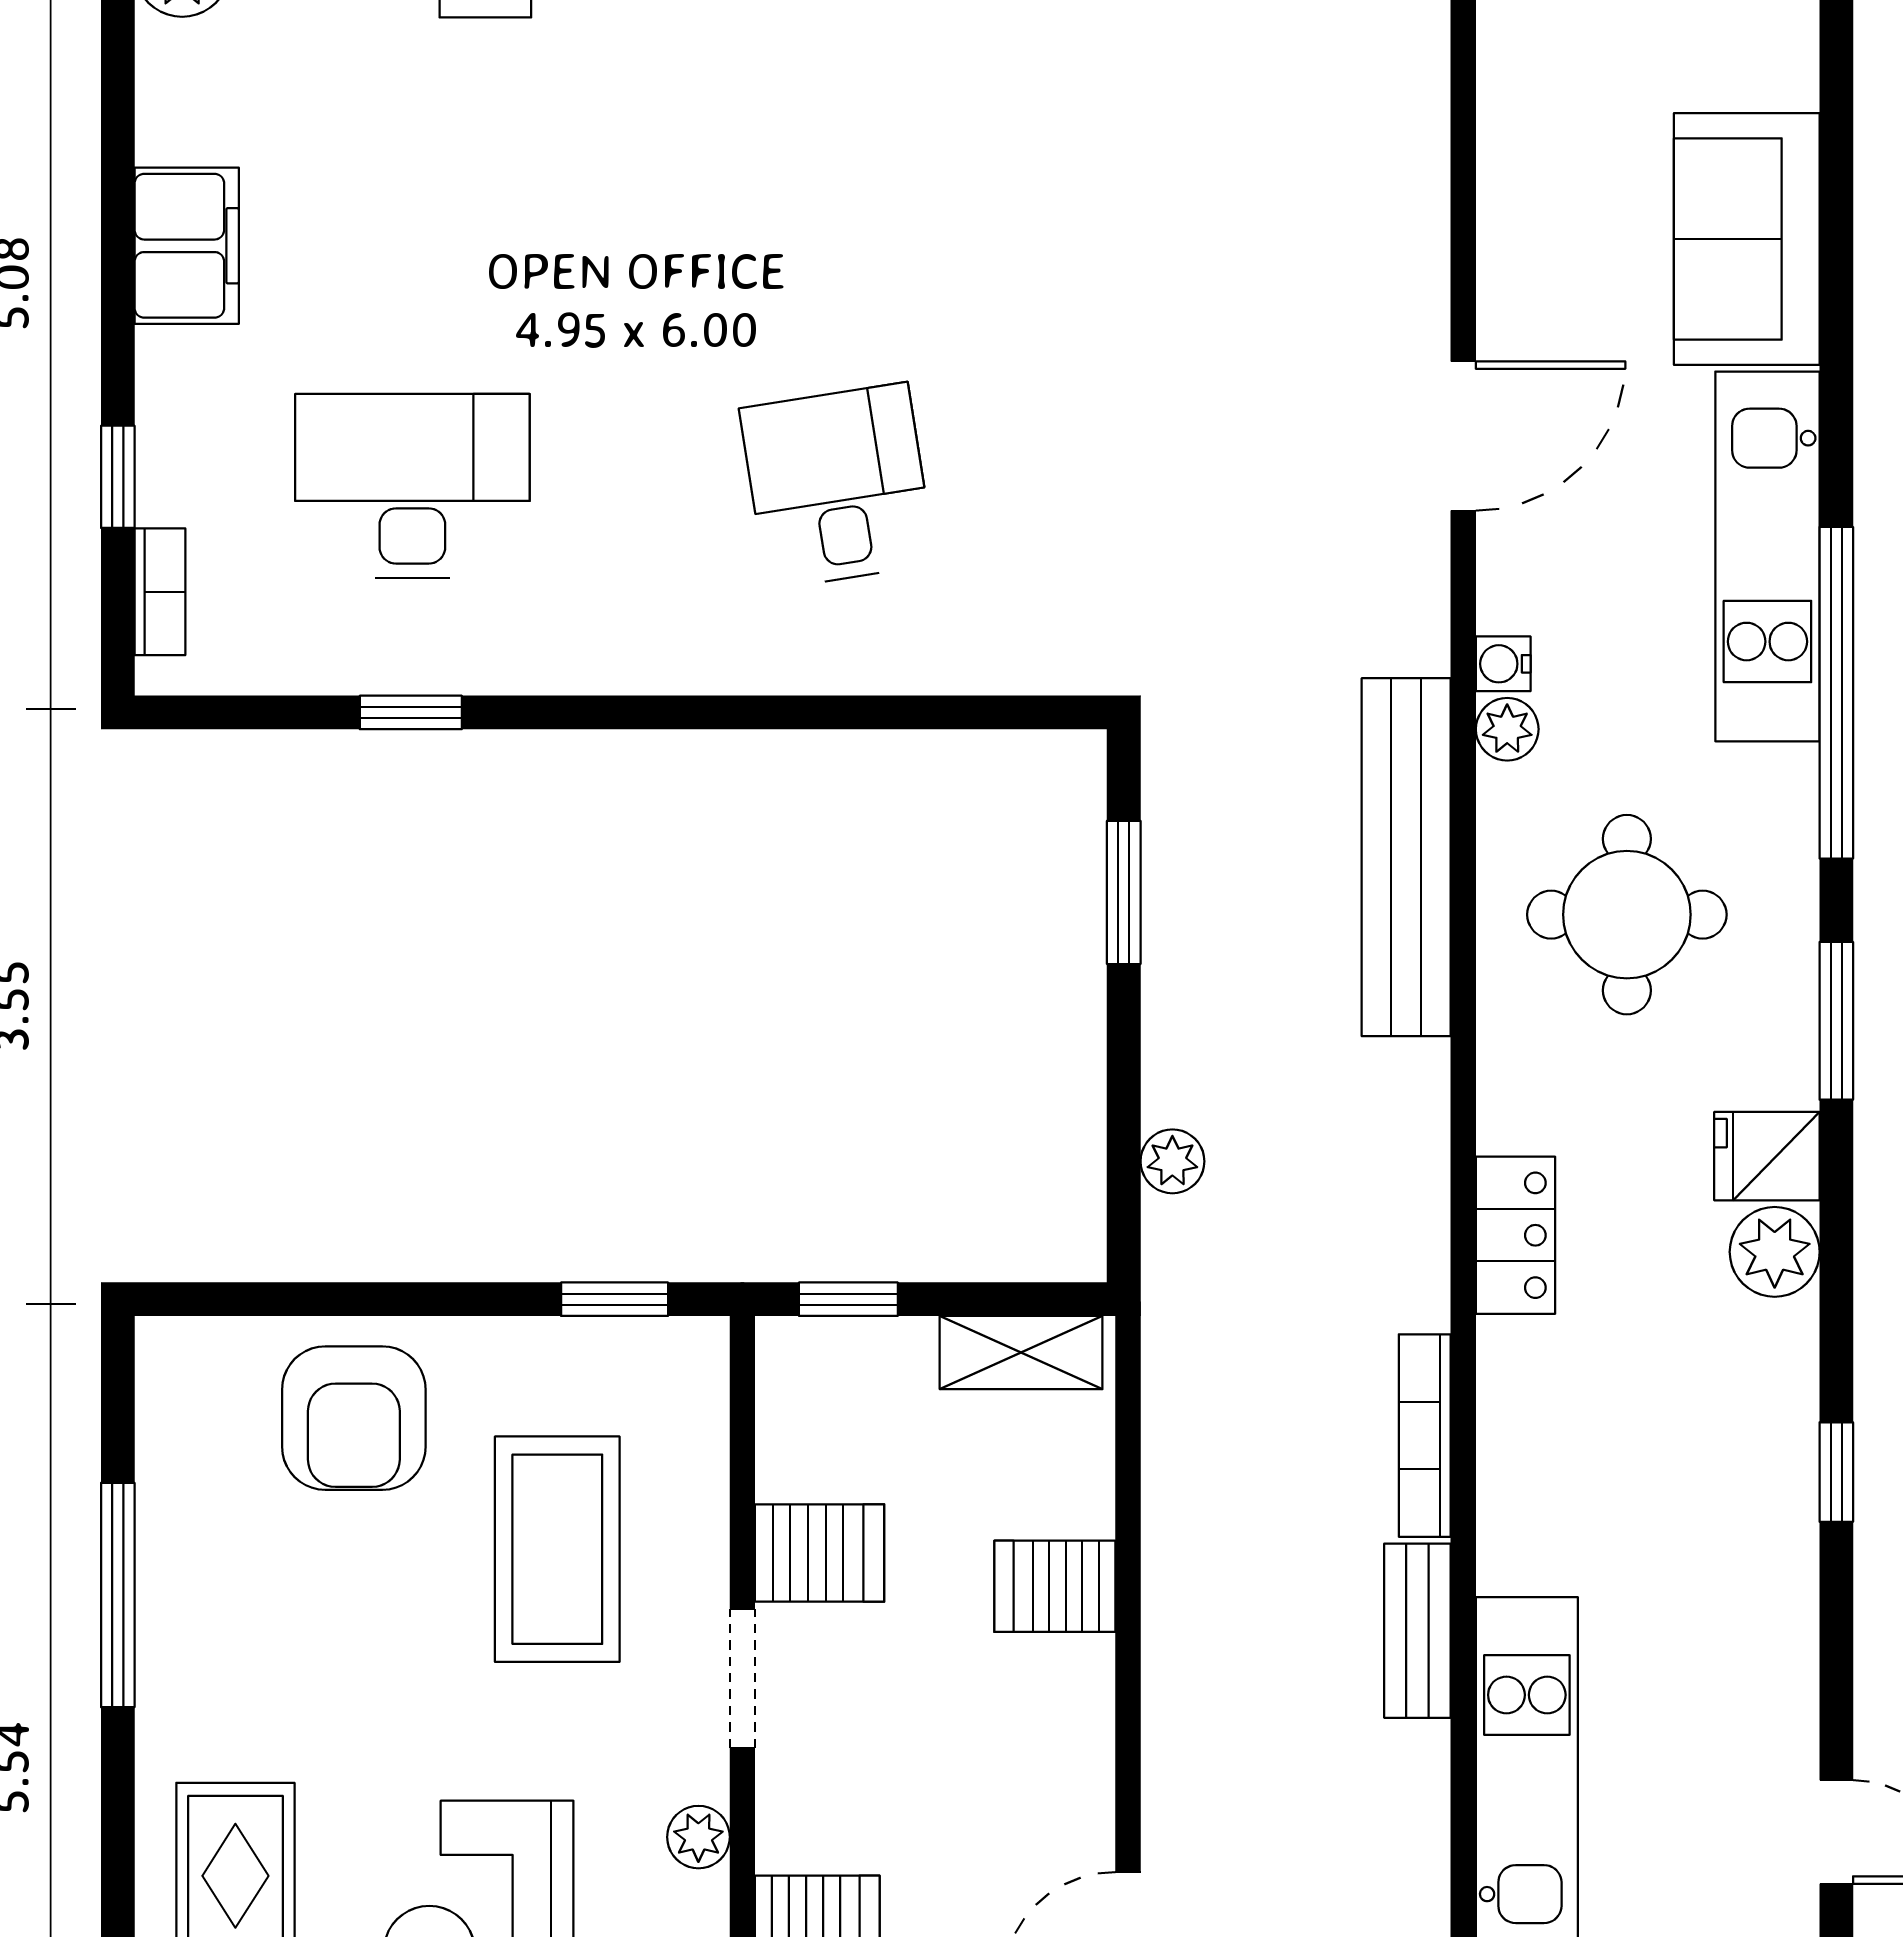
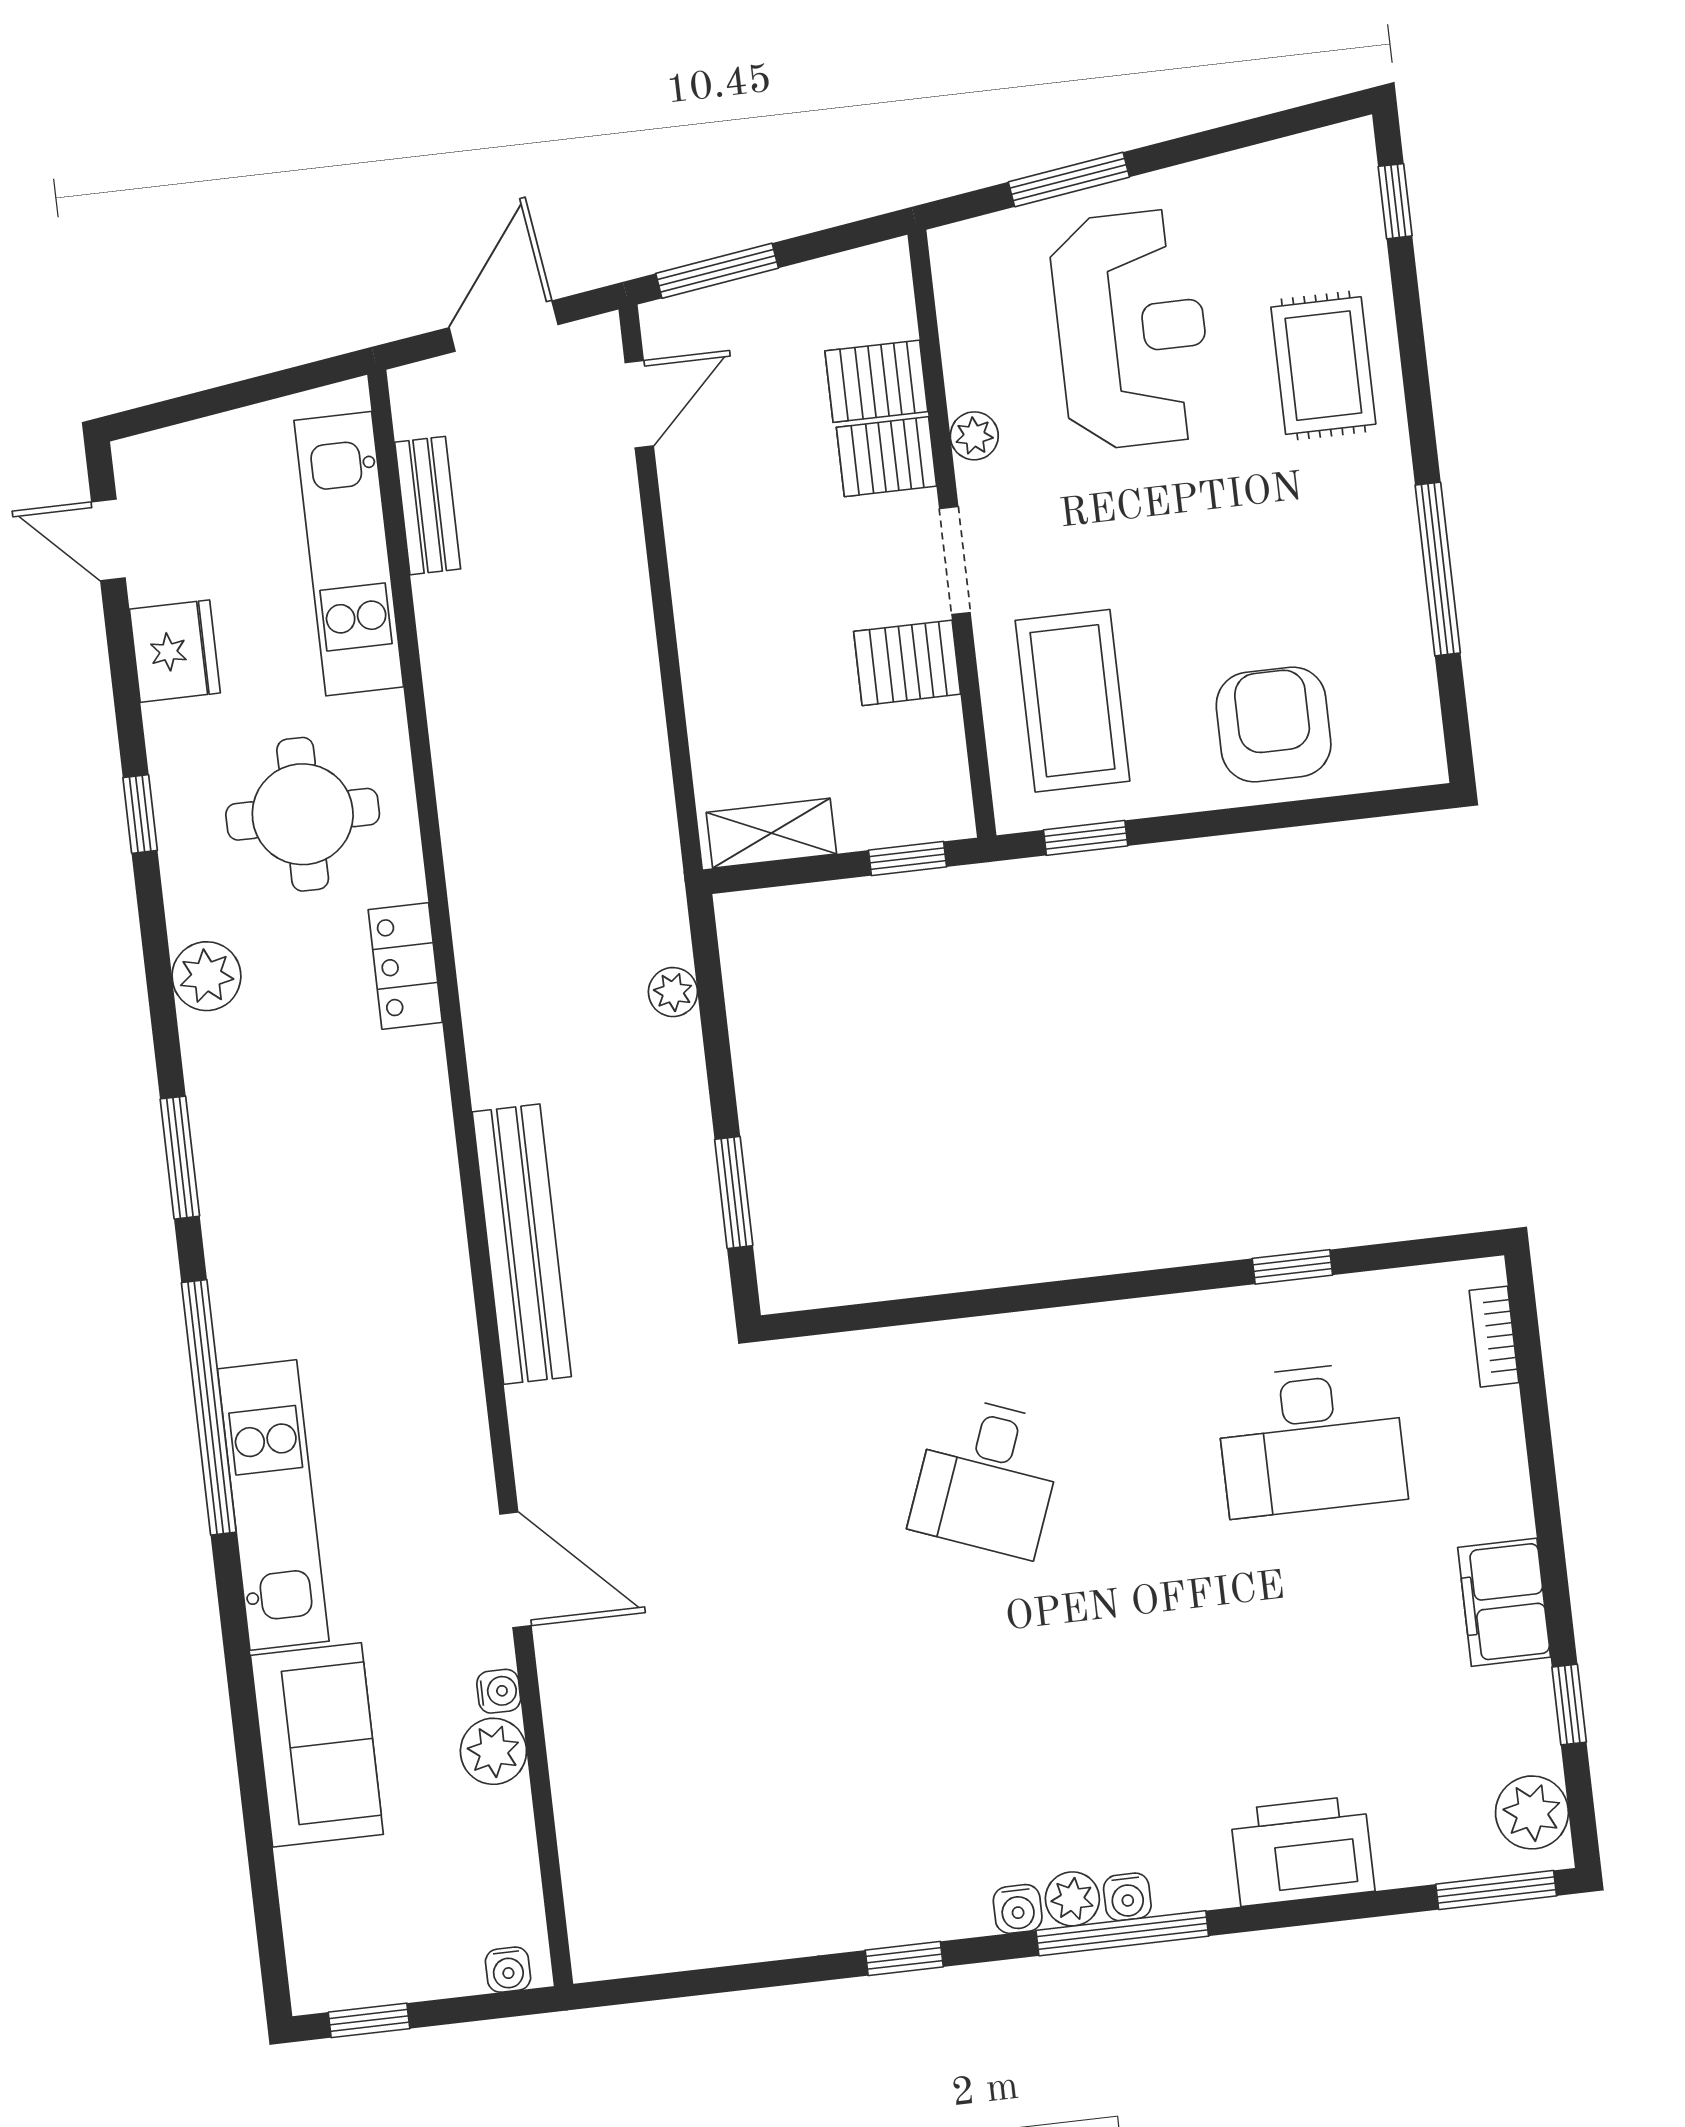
door: (1463, 436) -> (515, 1570), swing flipped
window: (118, 477) -> (1569, 1705), moved
desk: (838, 486) -> (987, 1477), turned 30
water cooler: (1503, 664) -> (499, 1691), moved
plant: (1507, 729) -> (493, 1751), moved, width x1.38, depth x1.38
round table: (1627, 915) -> (303, 814), moved
fridge: (1767, 1156) -> (175, 651), moved, width x1.38
bookcase: (1425, 1436) -> (457, 805), removed
coffee table: (557, 1549) -> (1072, 701), moved
server rack: (1055, 1586) -> (886, 457), moved, turned 180
bench: (1417, 1631) -> (428, 506), moved

